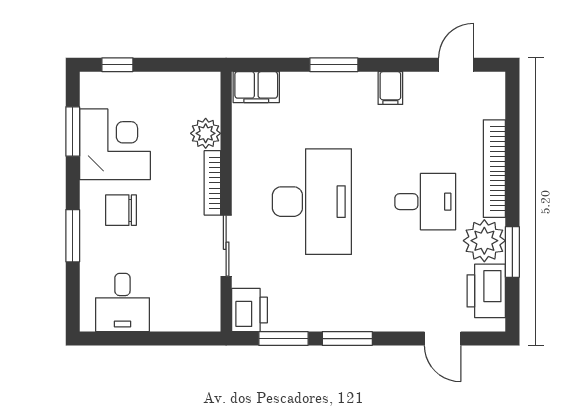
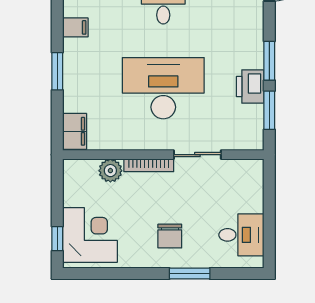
window: (73, 131) -> (109, 273), removed
corner desk: (115, 144) -> (90, 235), moved, turned 90
printer: (250, 310) -> (250, 86), moved, turned -90

